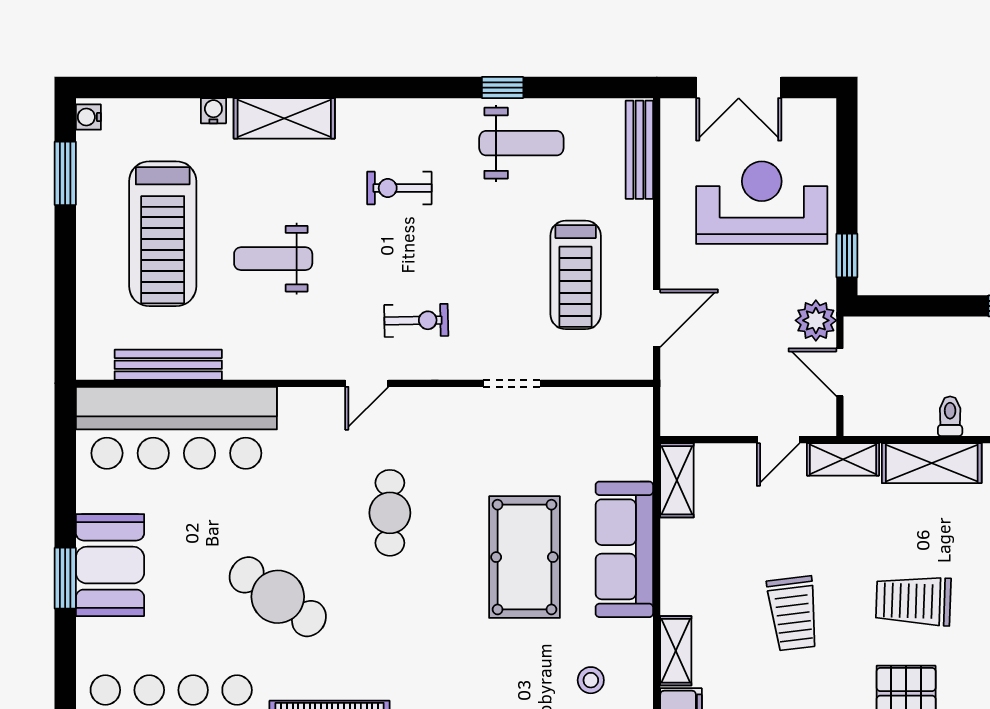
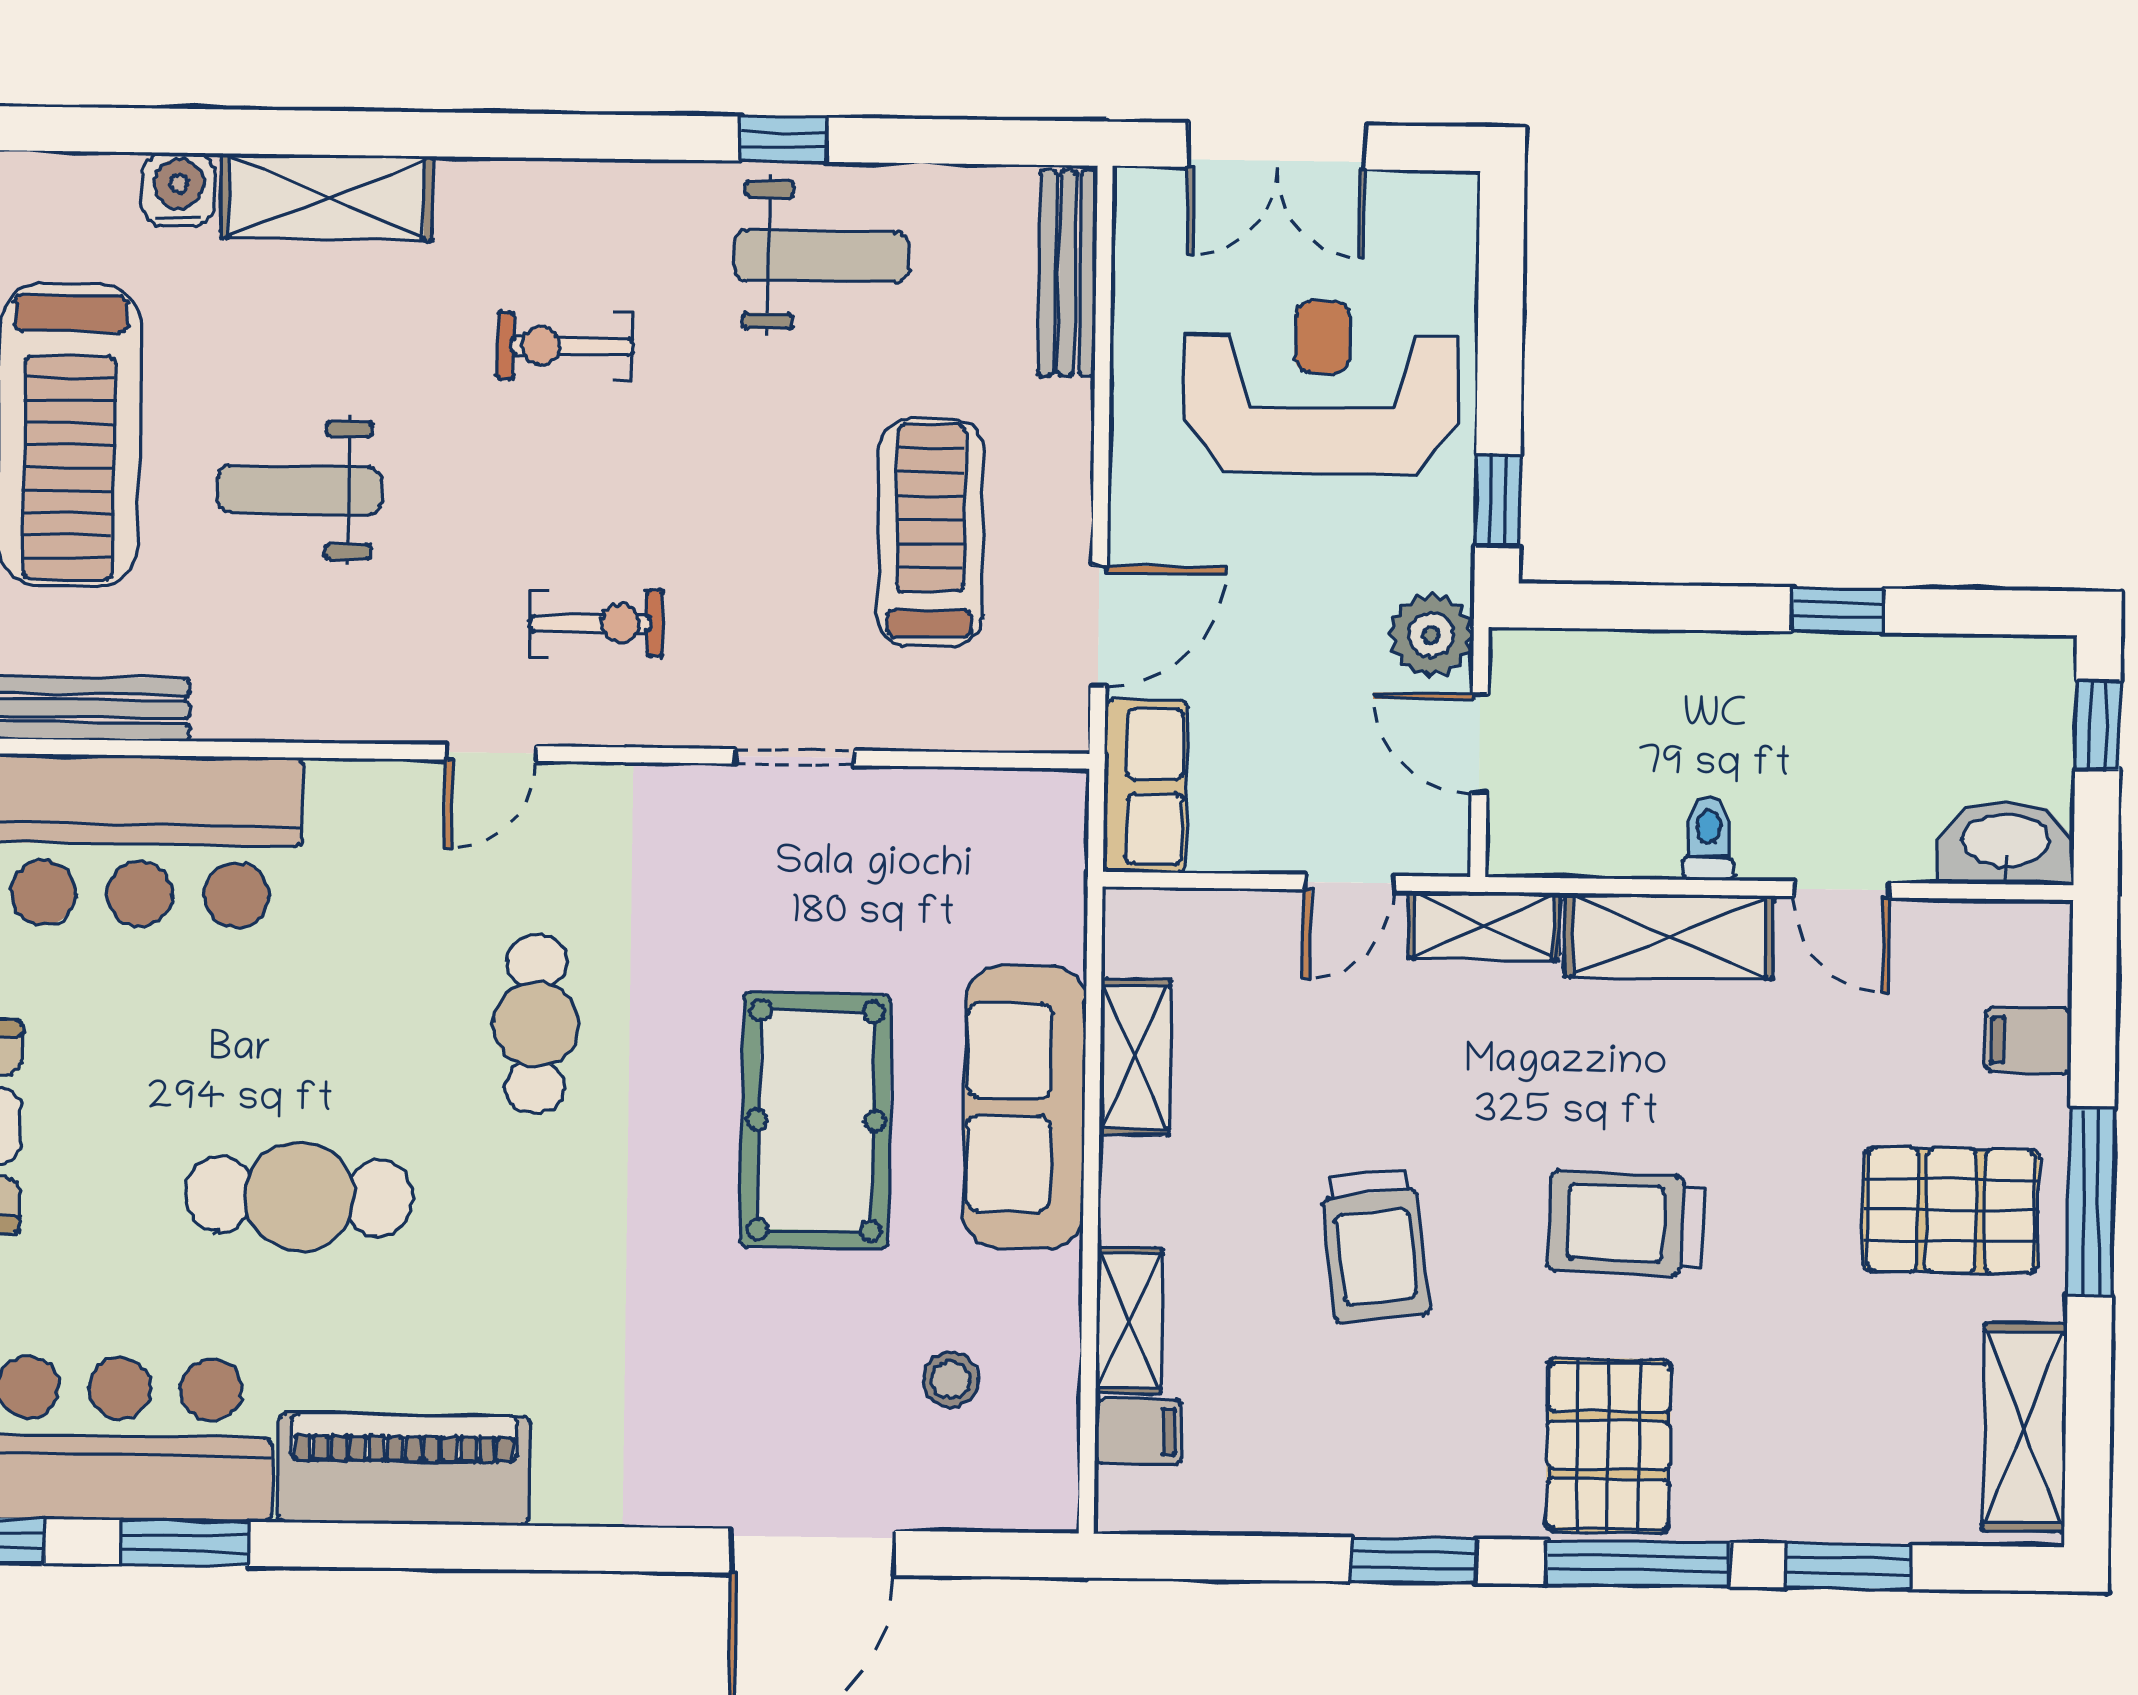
water cooler: (213, 111) -> (179, 189), width x1.38, depth x1.38
treadmill: (576, 275) -> (931, 533), turned 180
row of seats: (680, 395) -> (1145, 786), added
shelving: (677, 480) -> (1135, 1057), moved
cafe table: (278, 597) -> (299, 1196), turned -34

